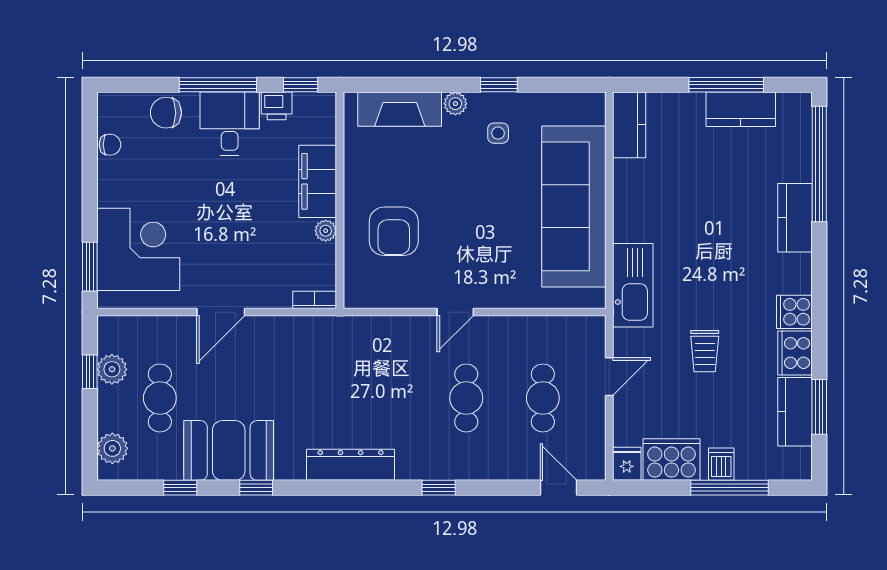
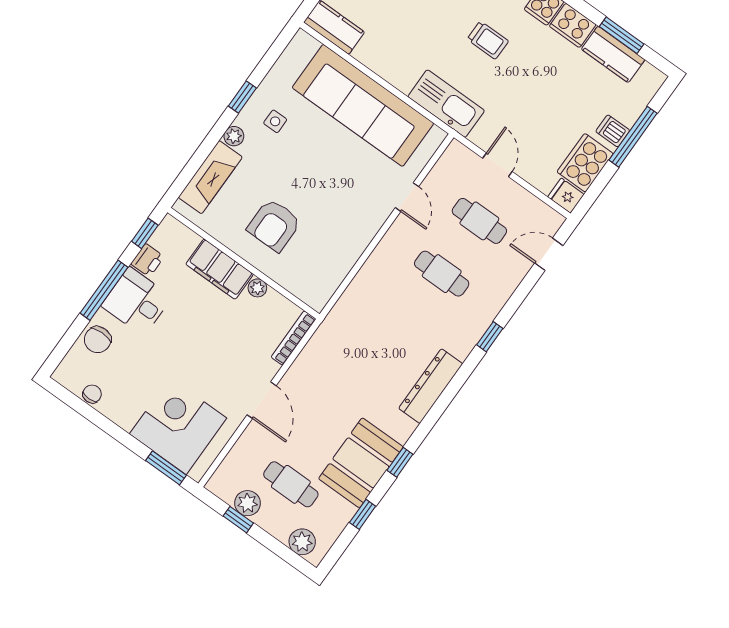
armchair: (394, 231) -> (274, 225), moved, turned 90
bookcase: (315, 300) -> (294, 338), width x1.56
door: (455, 312) -> (407, 197), moved
trolley: (705, 351) -> (488, 40), moved

